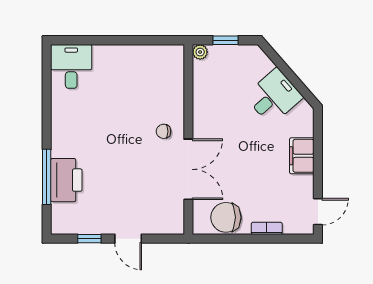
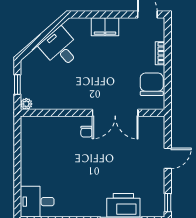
double door: (188, 169) -> (115, 113), swing flipped
chair: (226, 217) -> (152, 84), turned 180
window: (89, 239) -> (168, 203), moved

